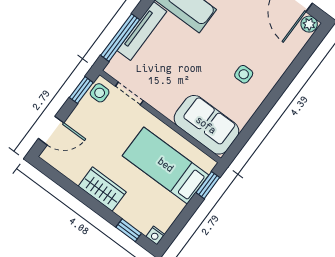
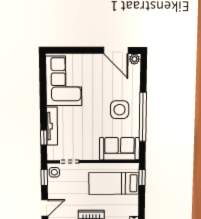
window: (120, 38) -> (44, 137), width x0.46
side table: (244, 74) -> (120, 110), width x1.87, depth x1.87
window: (267, 106) -> (143, 117), added

